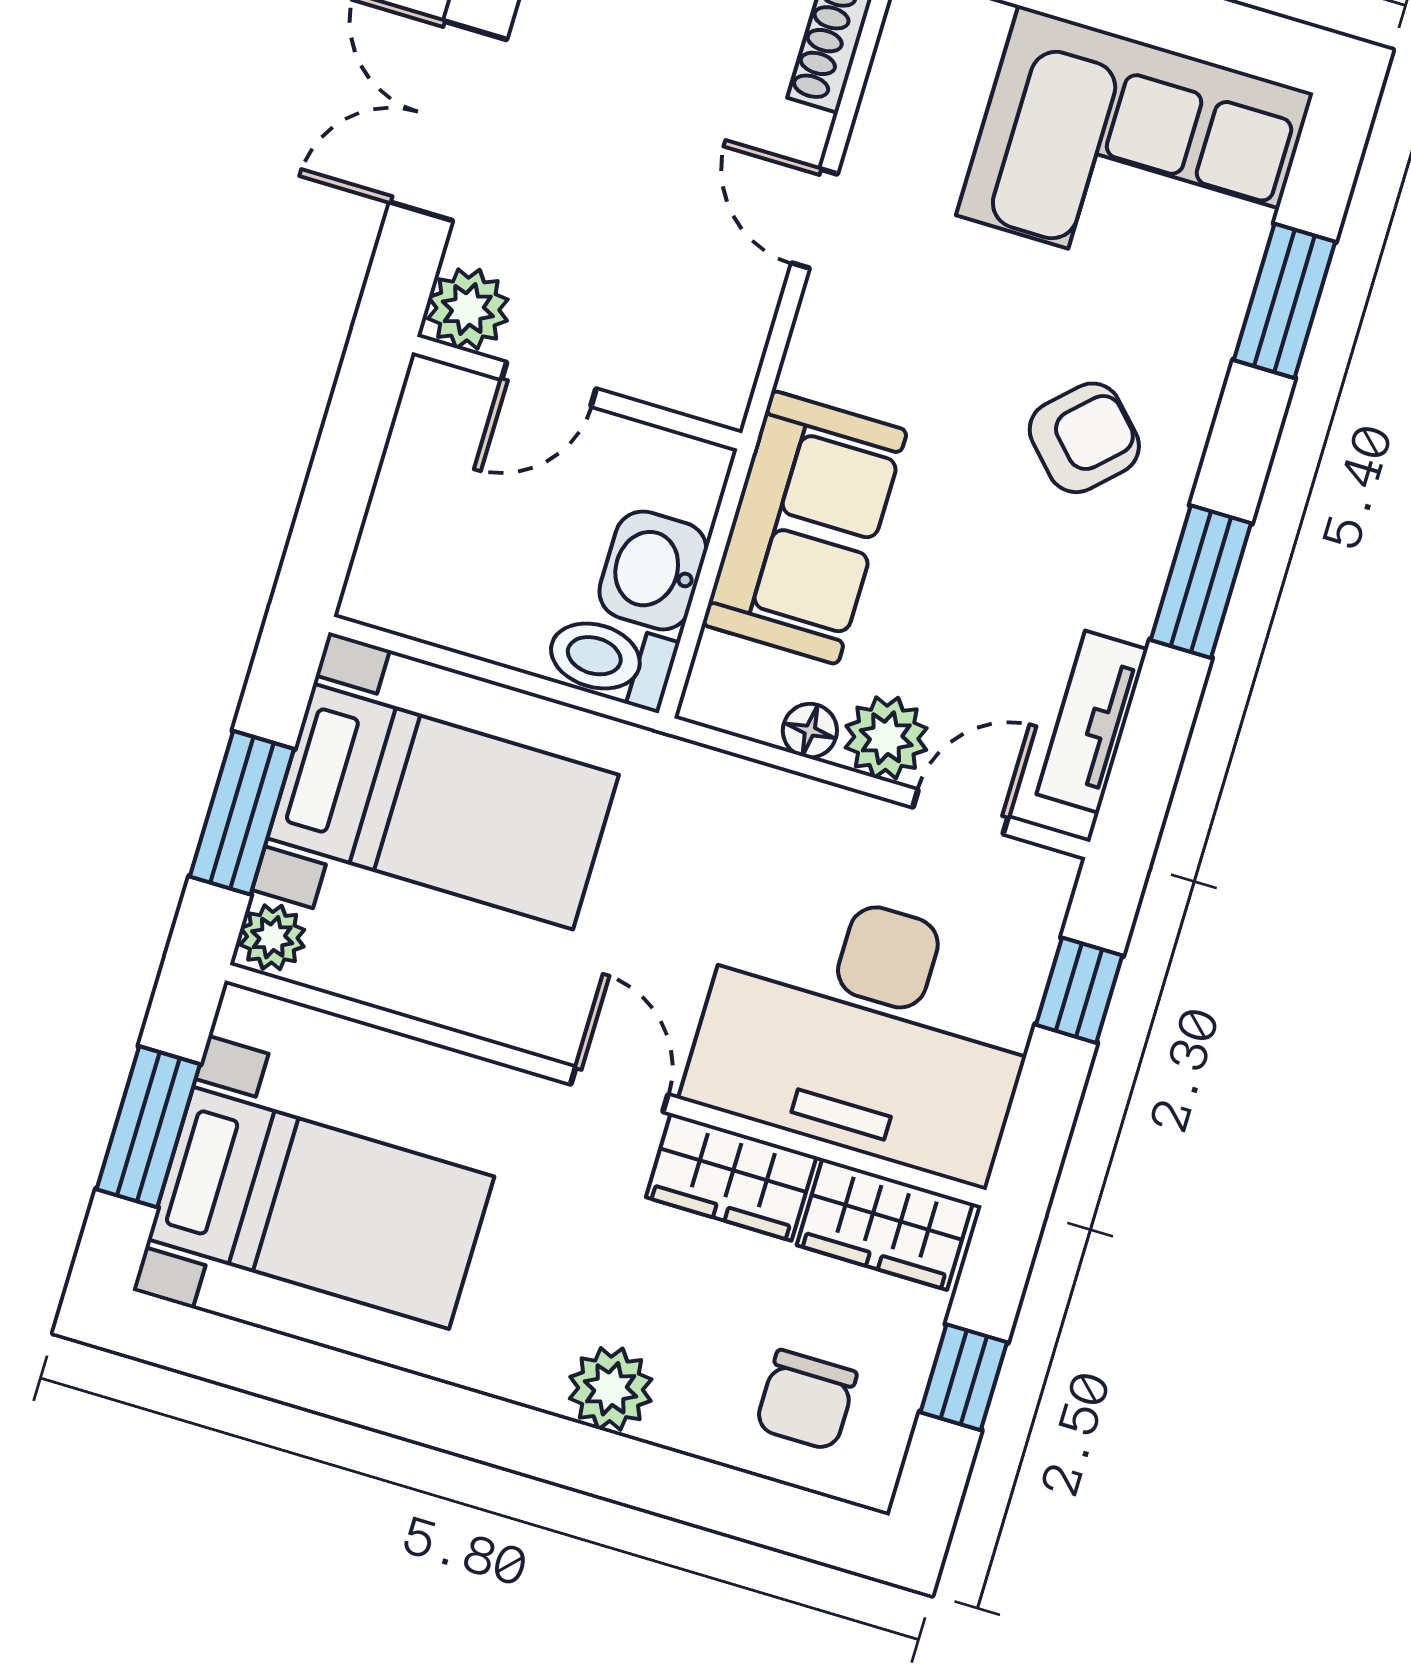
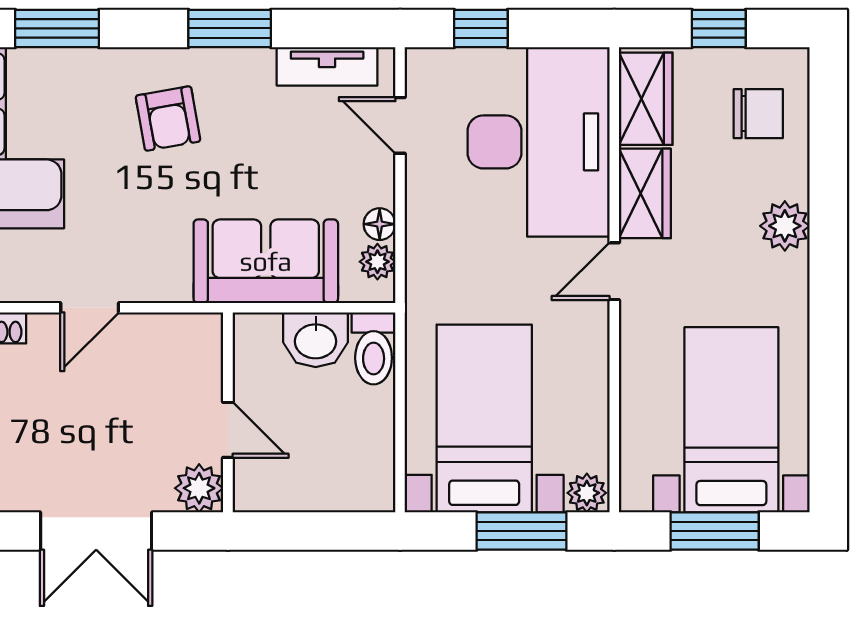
armchair: (1084, 438) -> (168, 118), turned -146
plant: (886, 738) -> (377, 262), moved, width x0.73, depth x0.73

